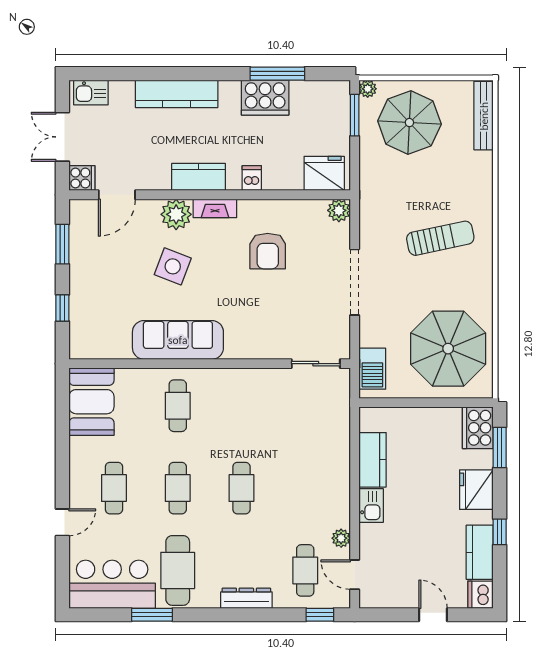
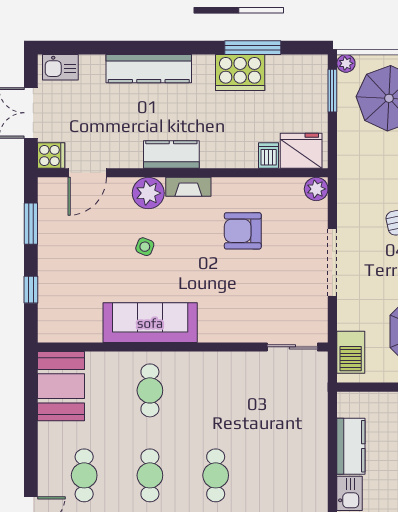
dishwasher: (252, 178) -> (269, 156), moved
armchair: (268, 251) -> (243, 231), turned 90
side table: (173, 266) -> (145, 247), width x0.54, depth x0.54

